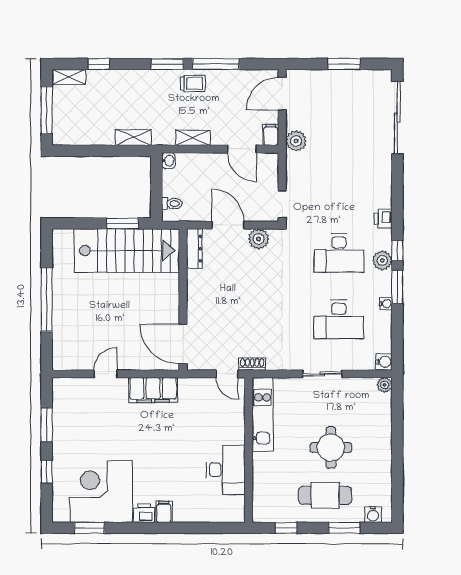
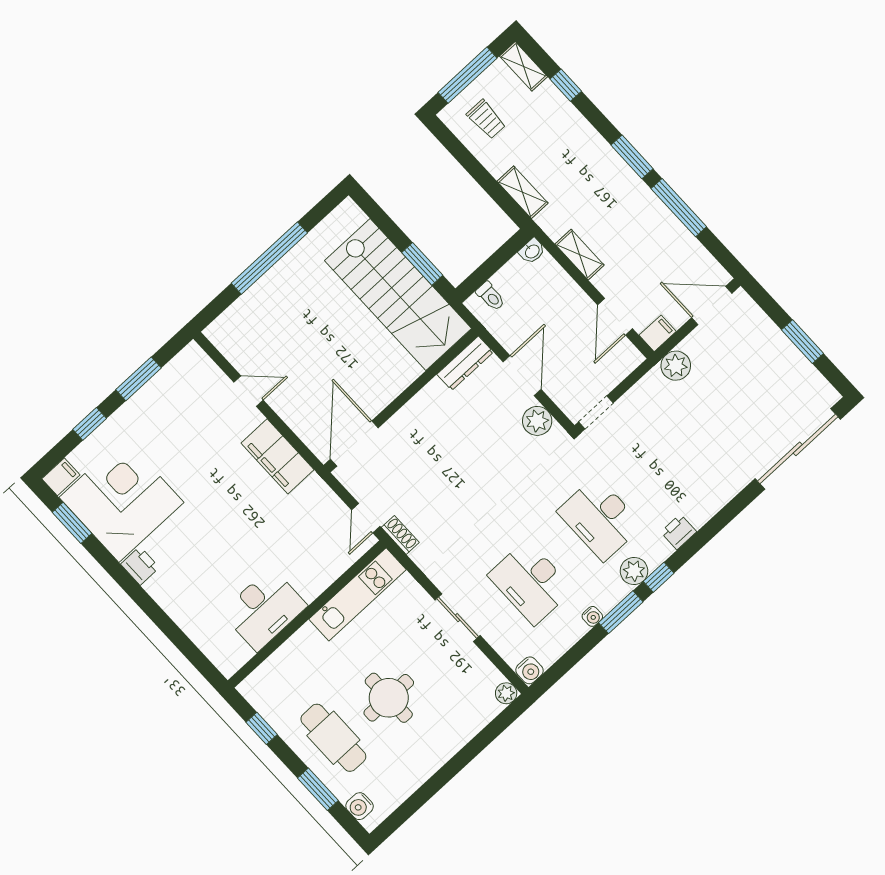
trolley: (193, 83) -> (486, 119), moved
filing cabinet: (164, 512) -> (61, 477), moved

